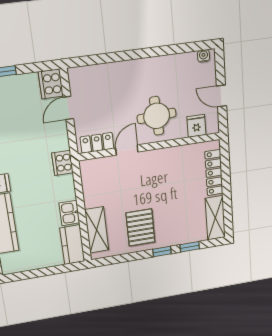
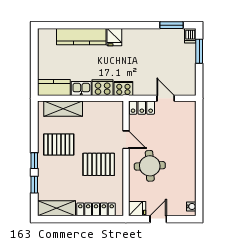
cooker: (51, 84) -> (103, 88), moved
fridge: (196, 126) -> (137, 209), moved
locker: (97, 143) -> (142, 108), moved, turned 90
pallet: (160, 178) -> (99, 164), added

